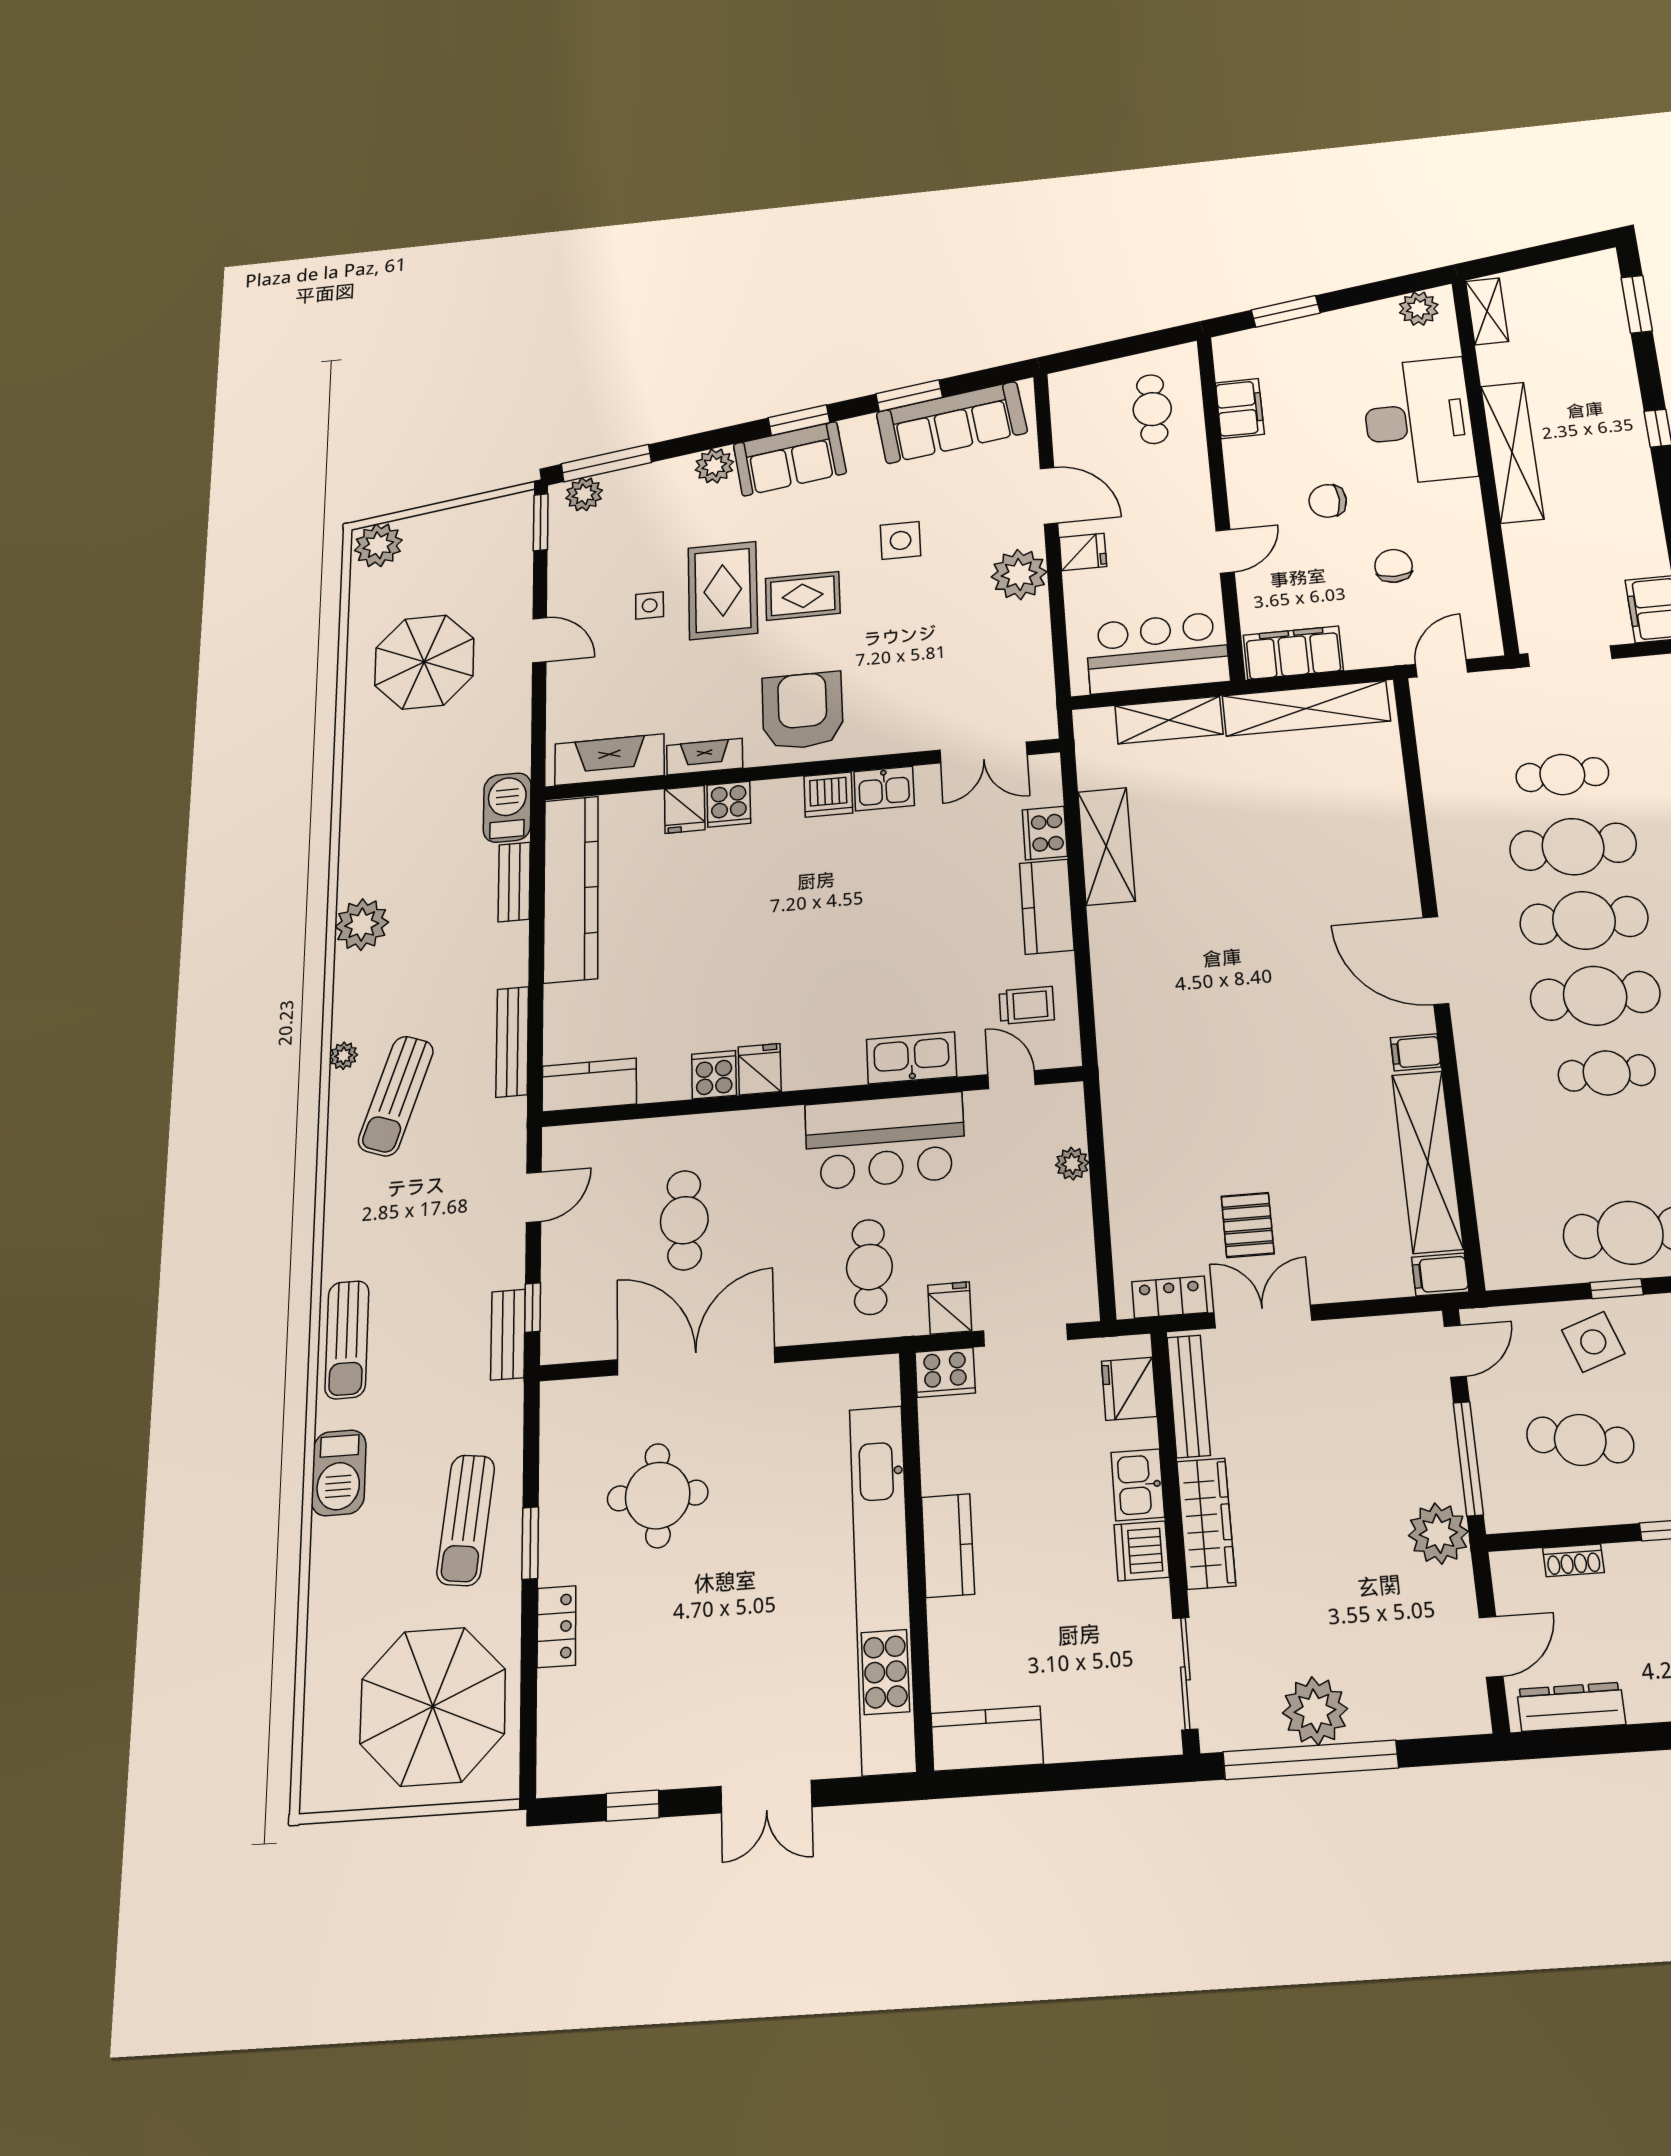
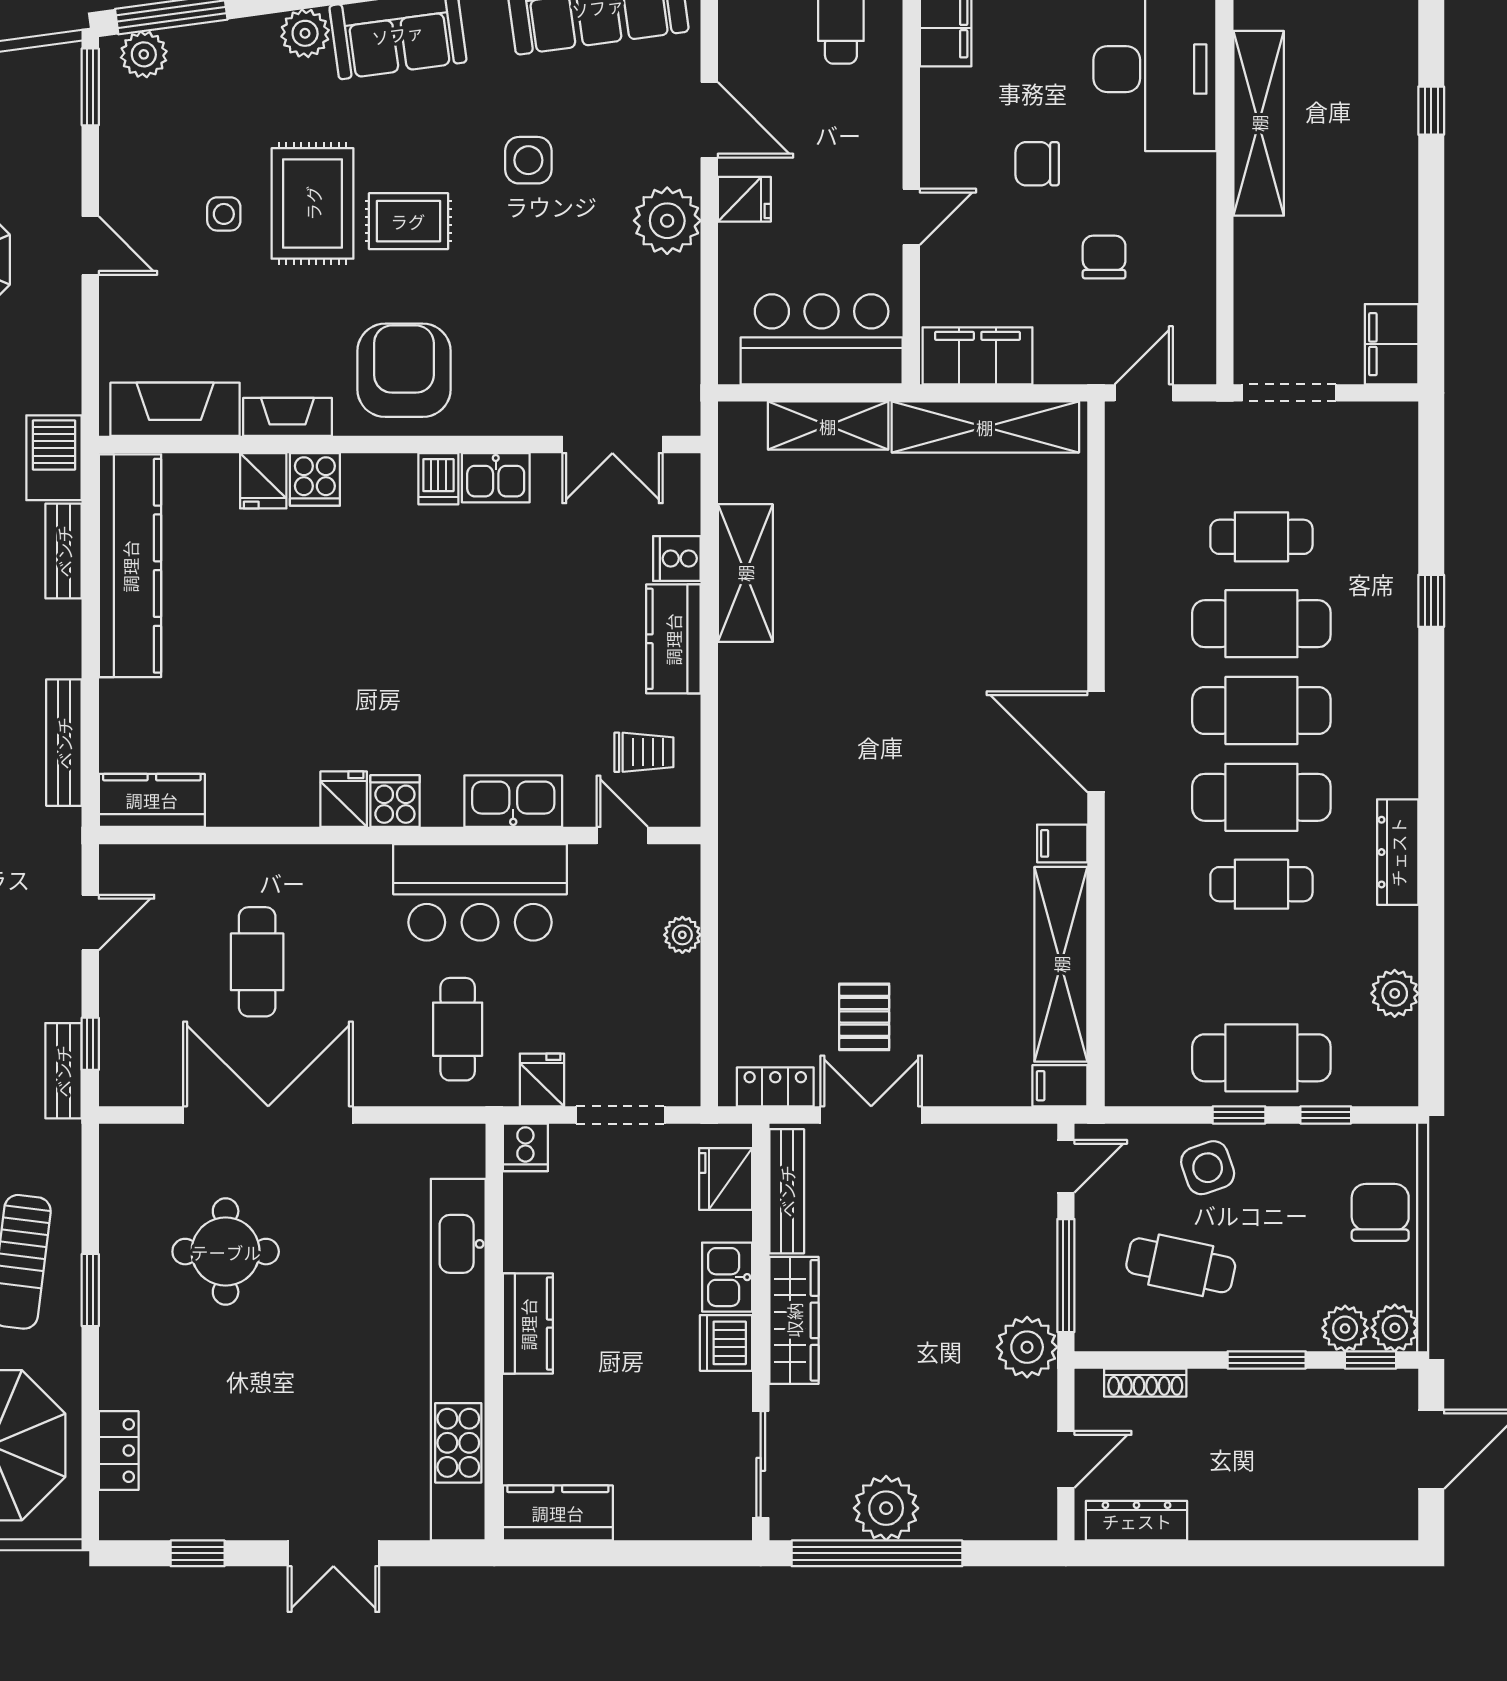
dishwasher: (828, 795) -> (438, 479), width x0.73
cooker: (1045, 833) -> (677, 558), width x0.73
cooker: (714, 1075) -> (395, 801), moved
cooker: (945, 1372) -> (525, 1147), width x0.73
shoe rack: (1573, 1560) -> (1145, 1383), width x1.43
locker: (556, 1627) -> (119, 1451), moved

